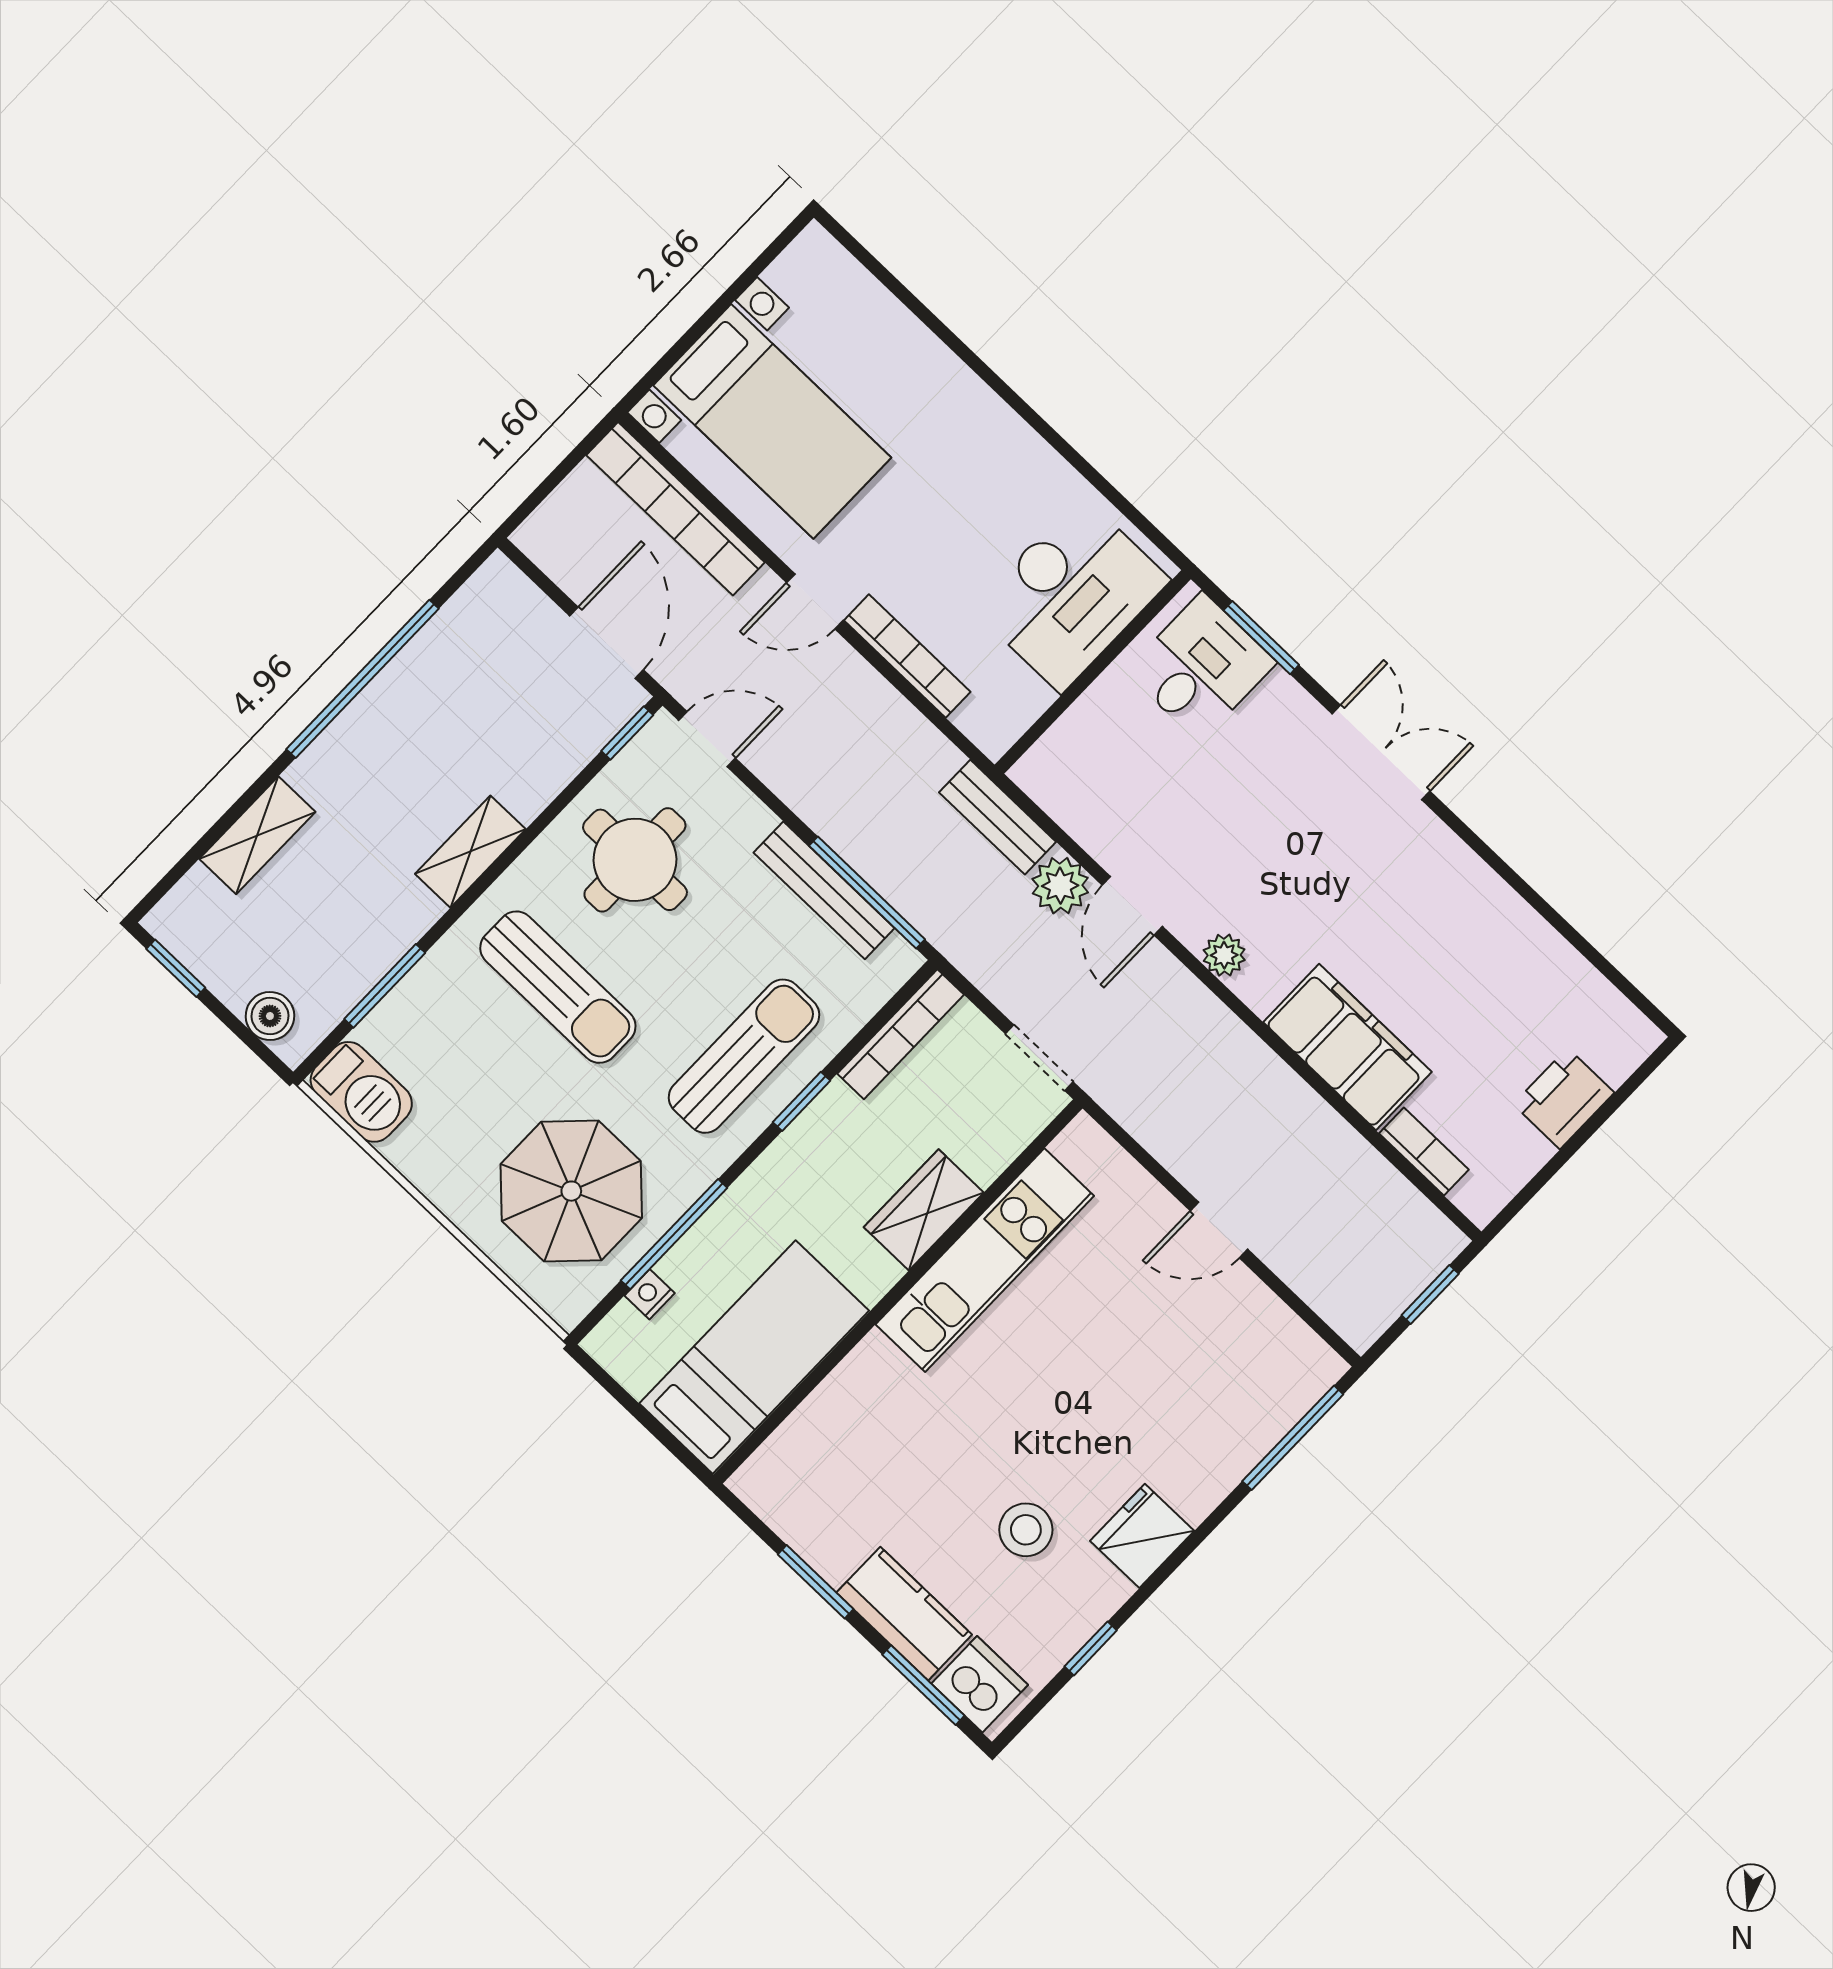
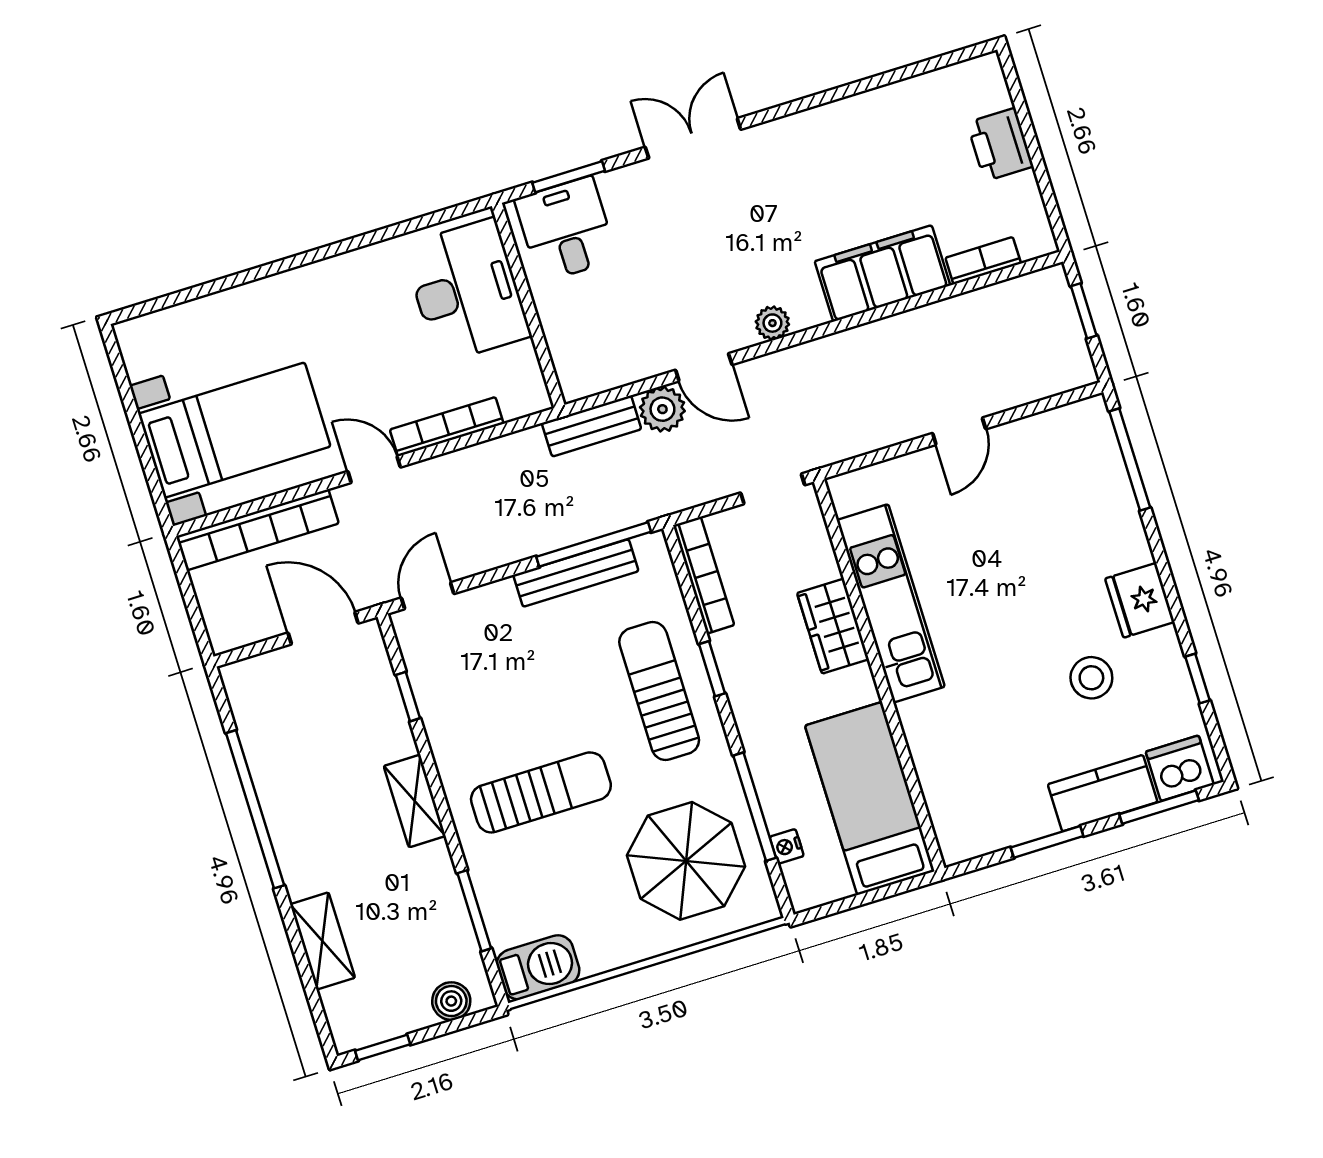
door: (815, 601) -> (374, 469), swing flipped
window: (627, 733) -> (408, 697), moved
round table: (635, 860) -> (483, 691), removed

